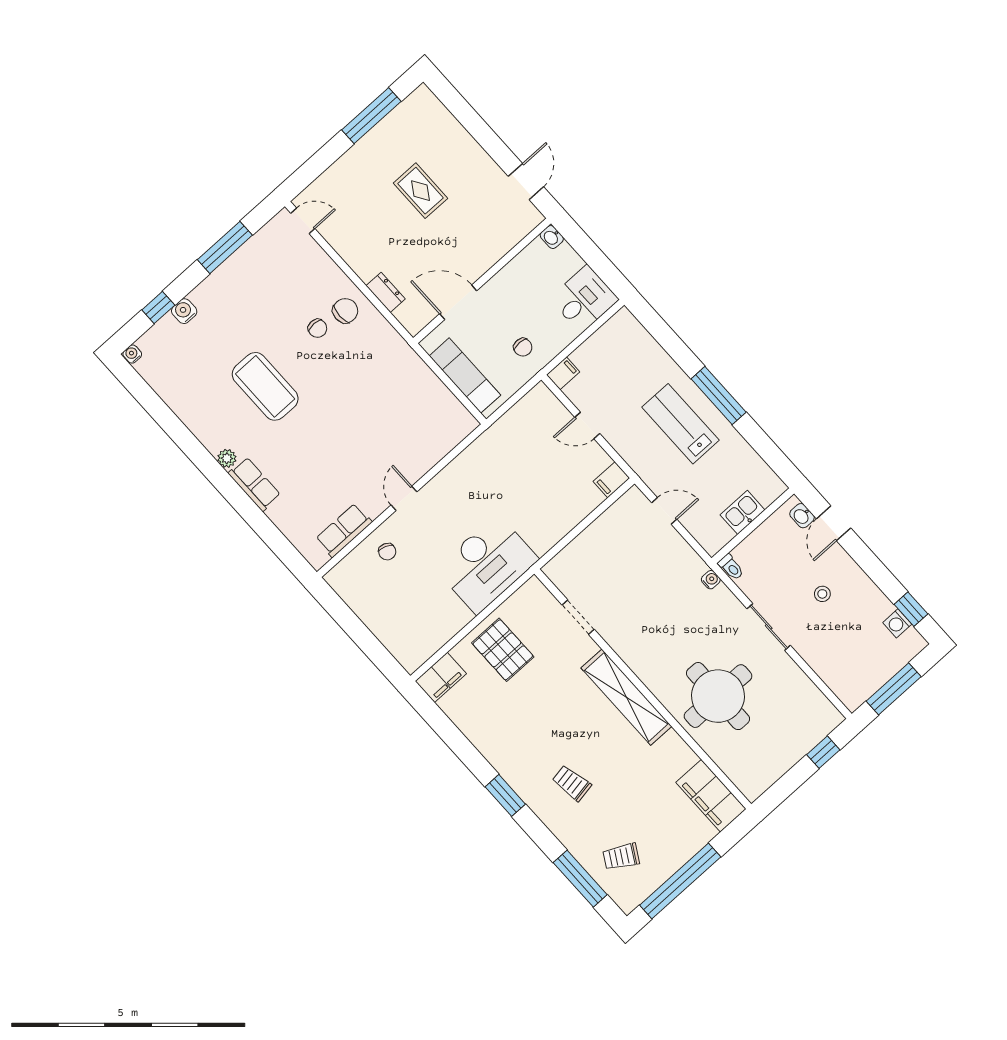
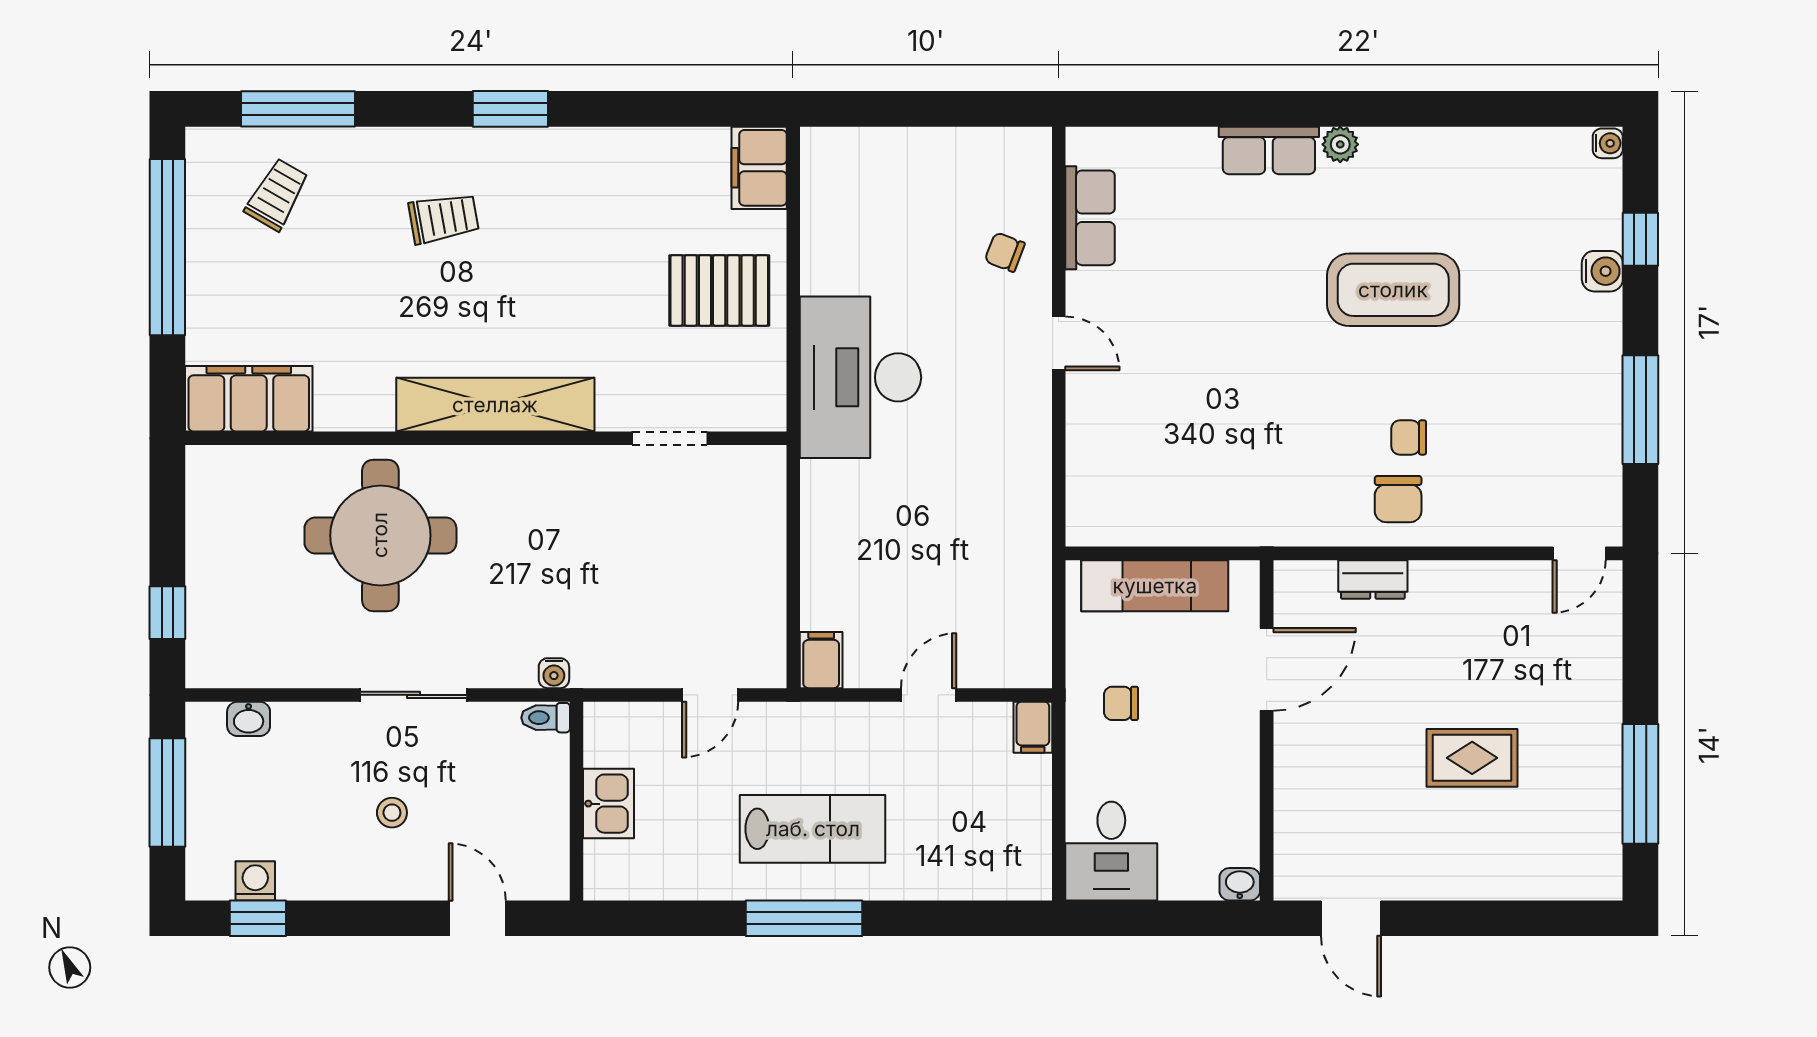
washbasin: (802, 516) -> (249, 719), moved, turned 180

